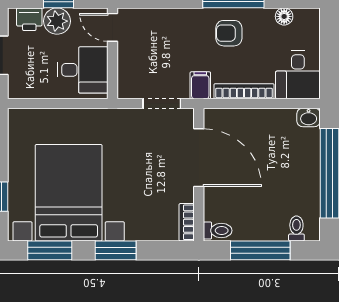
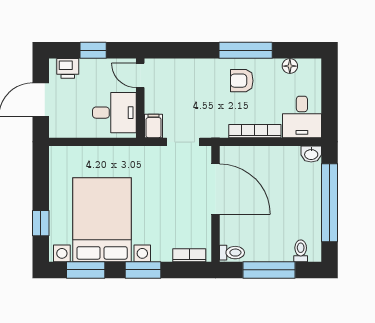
plant: (57, 21) -> (92, 70), removed
filing cabinet: (200, 85) -> (154, 126), moved
bookcase: (187, 222) -> (189, 255), moved, turned 90

